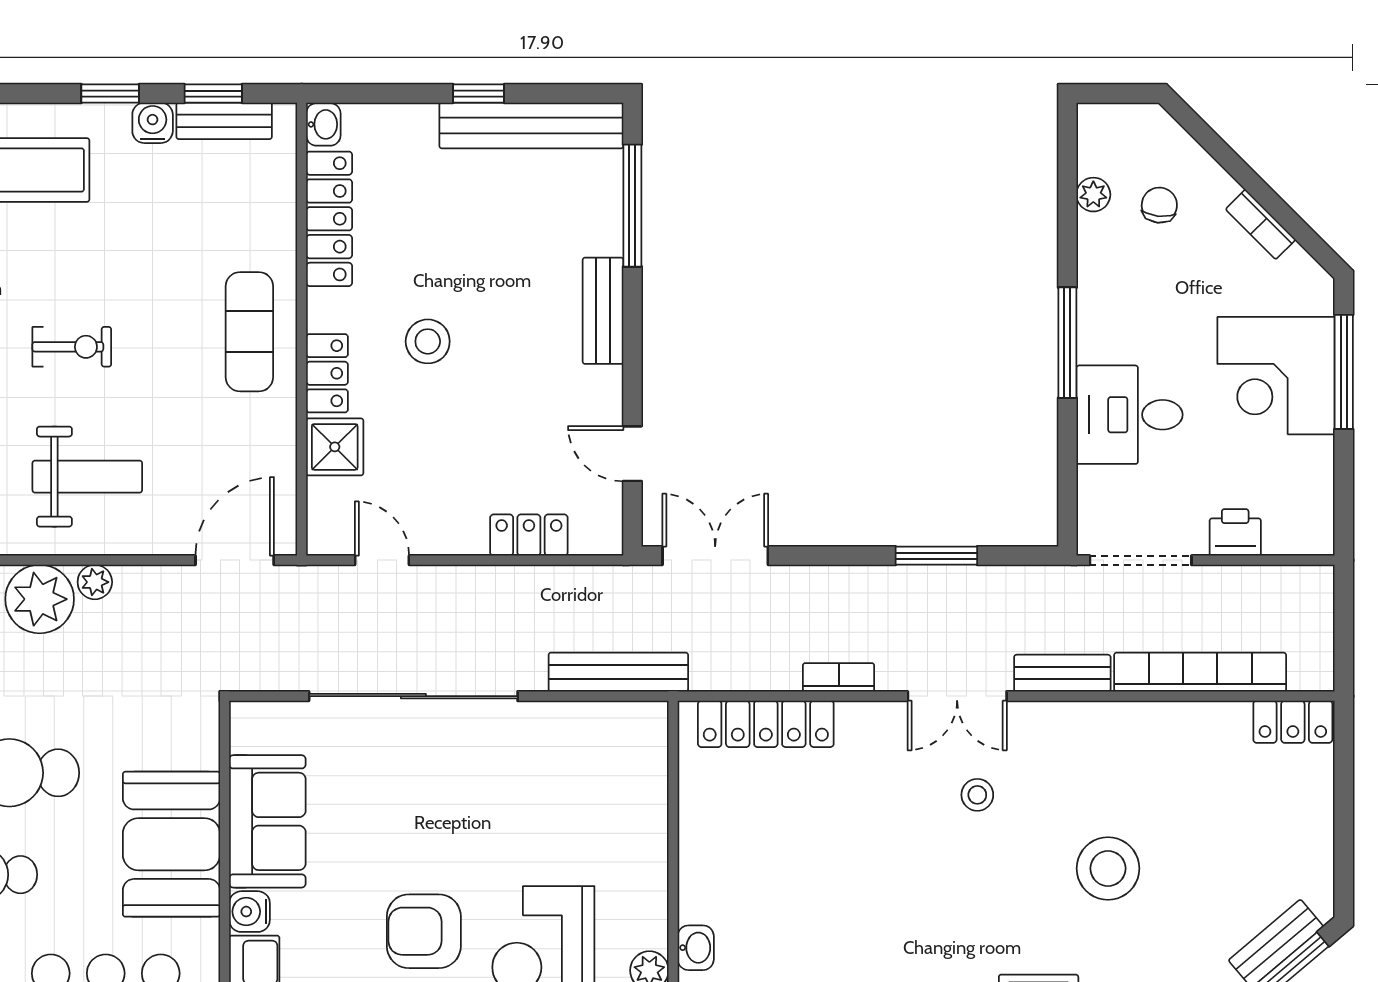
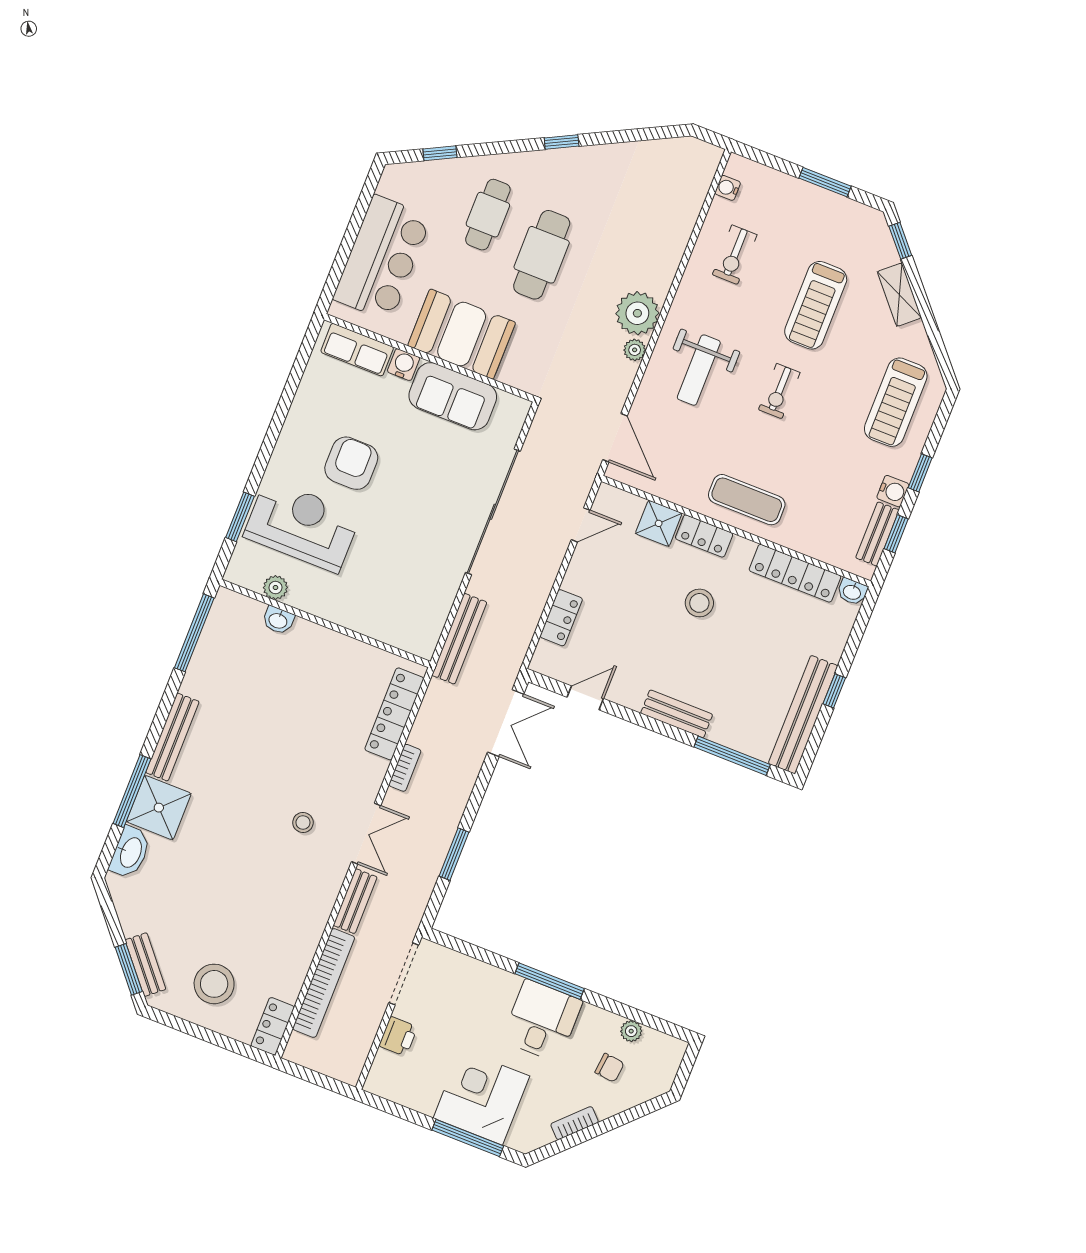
desk: (1129, 415) -> (542, 1021), moved
double door: (957, 696) -> (366, 834), swing flipped
stool: (1108, 868) -> (214, 984), moved

